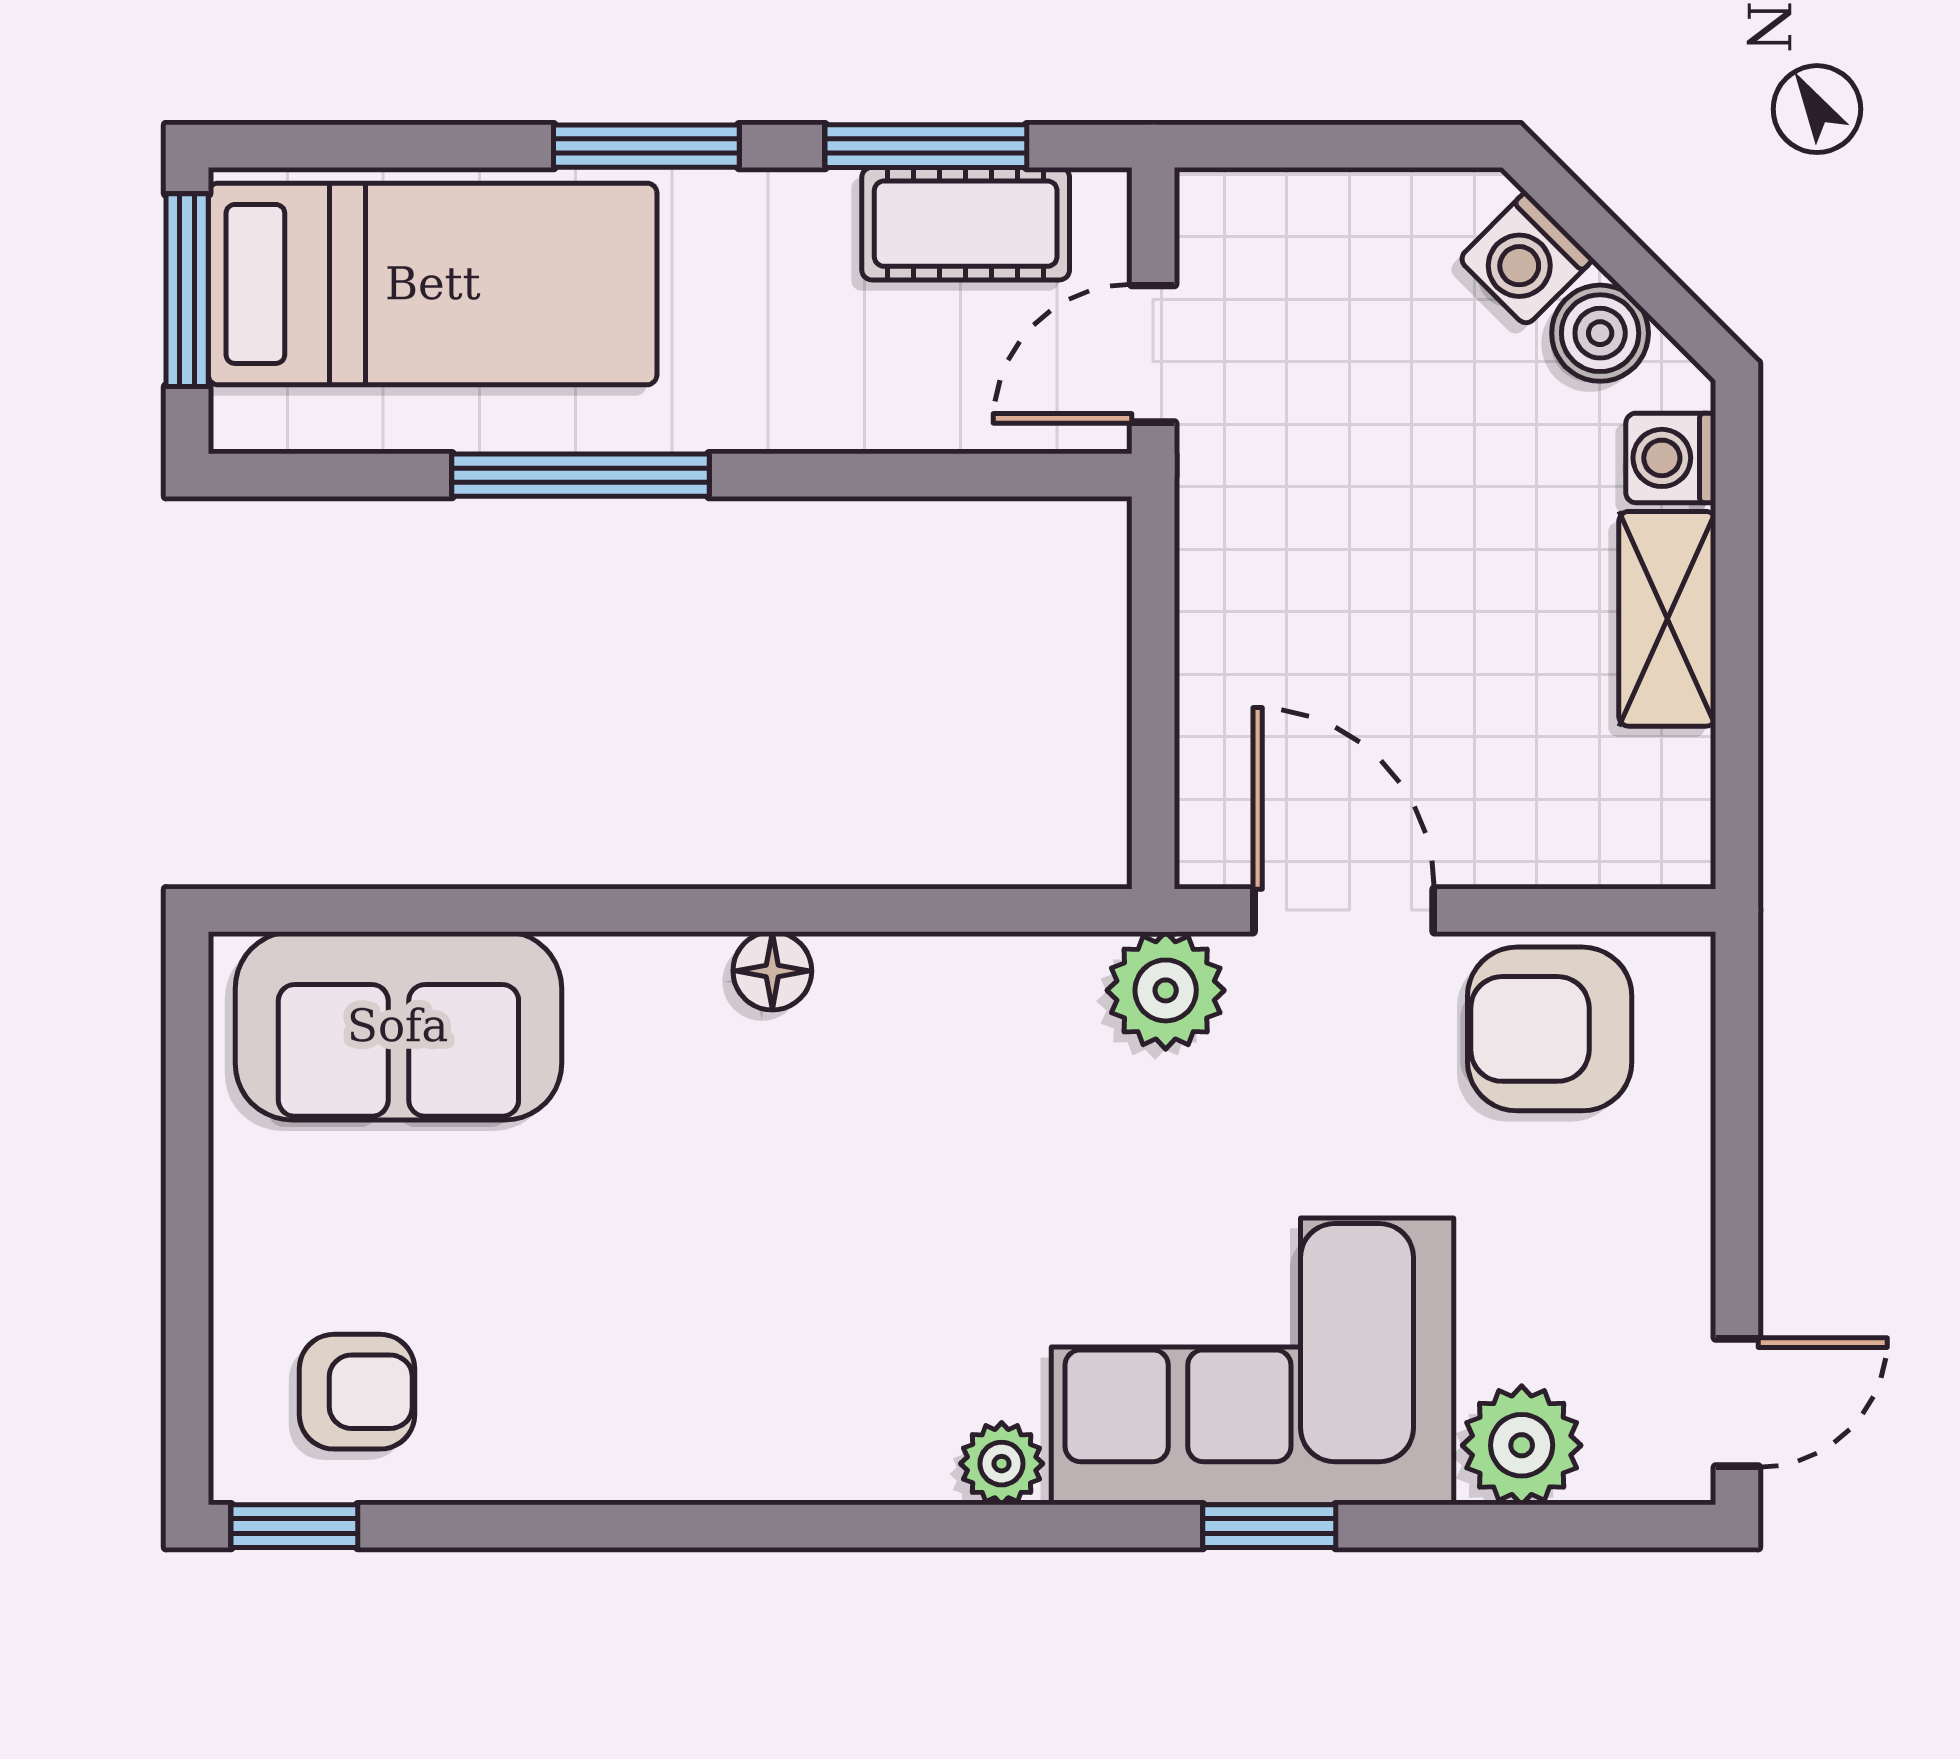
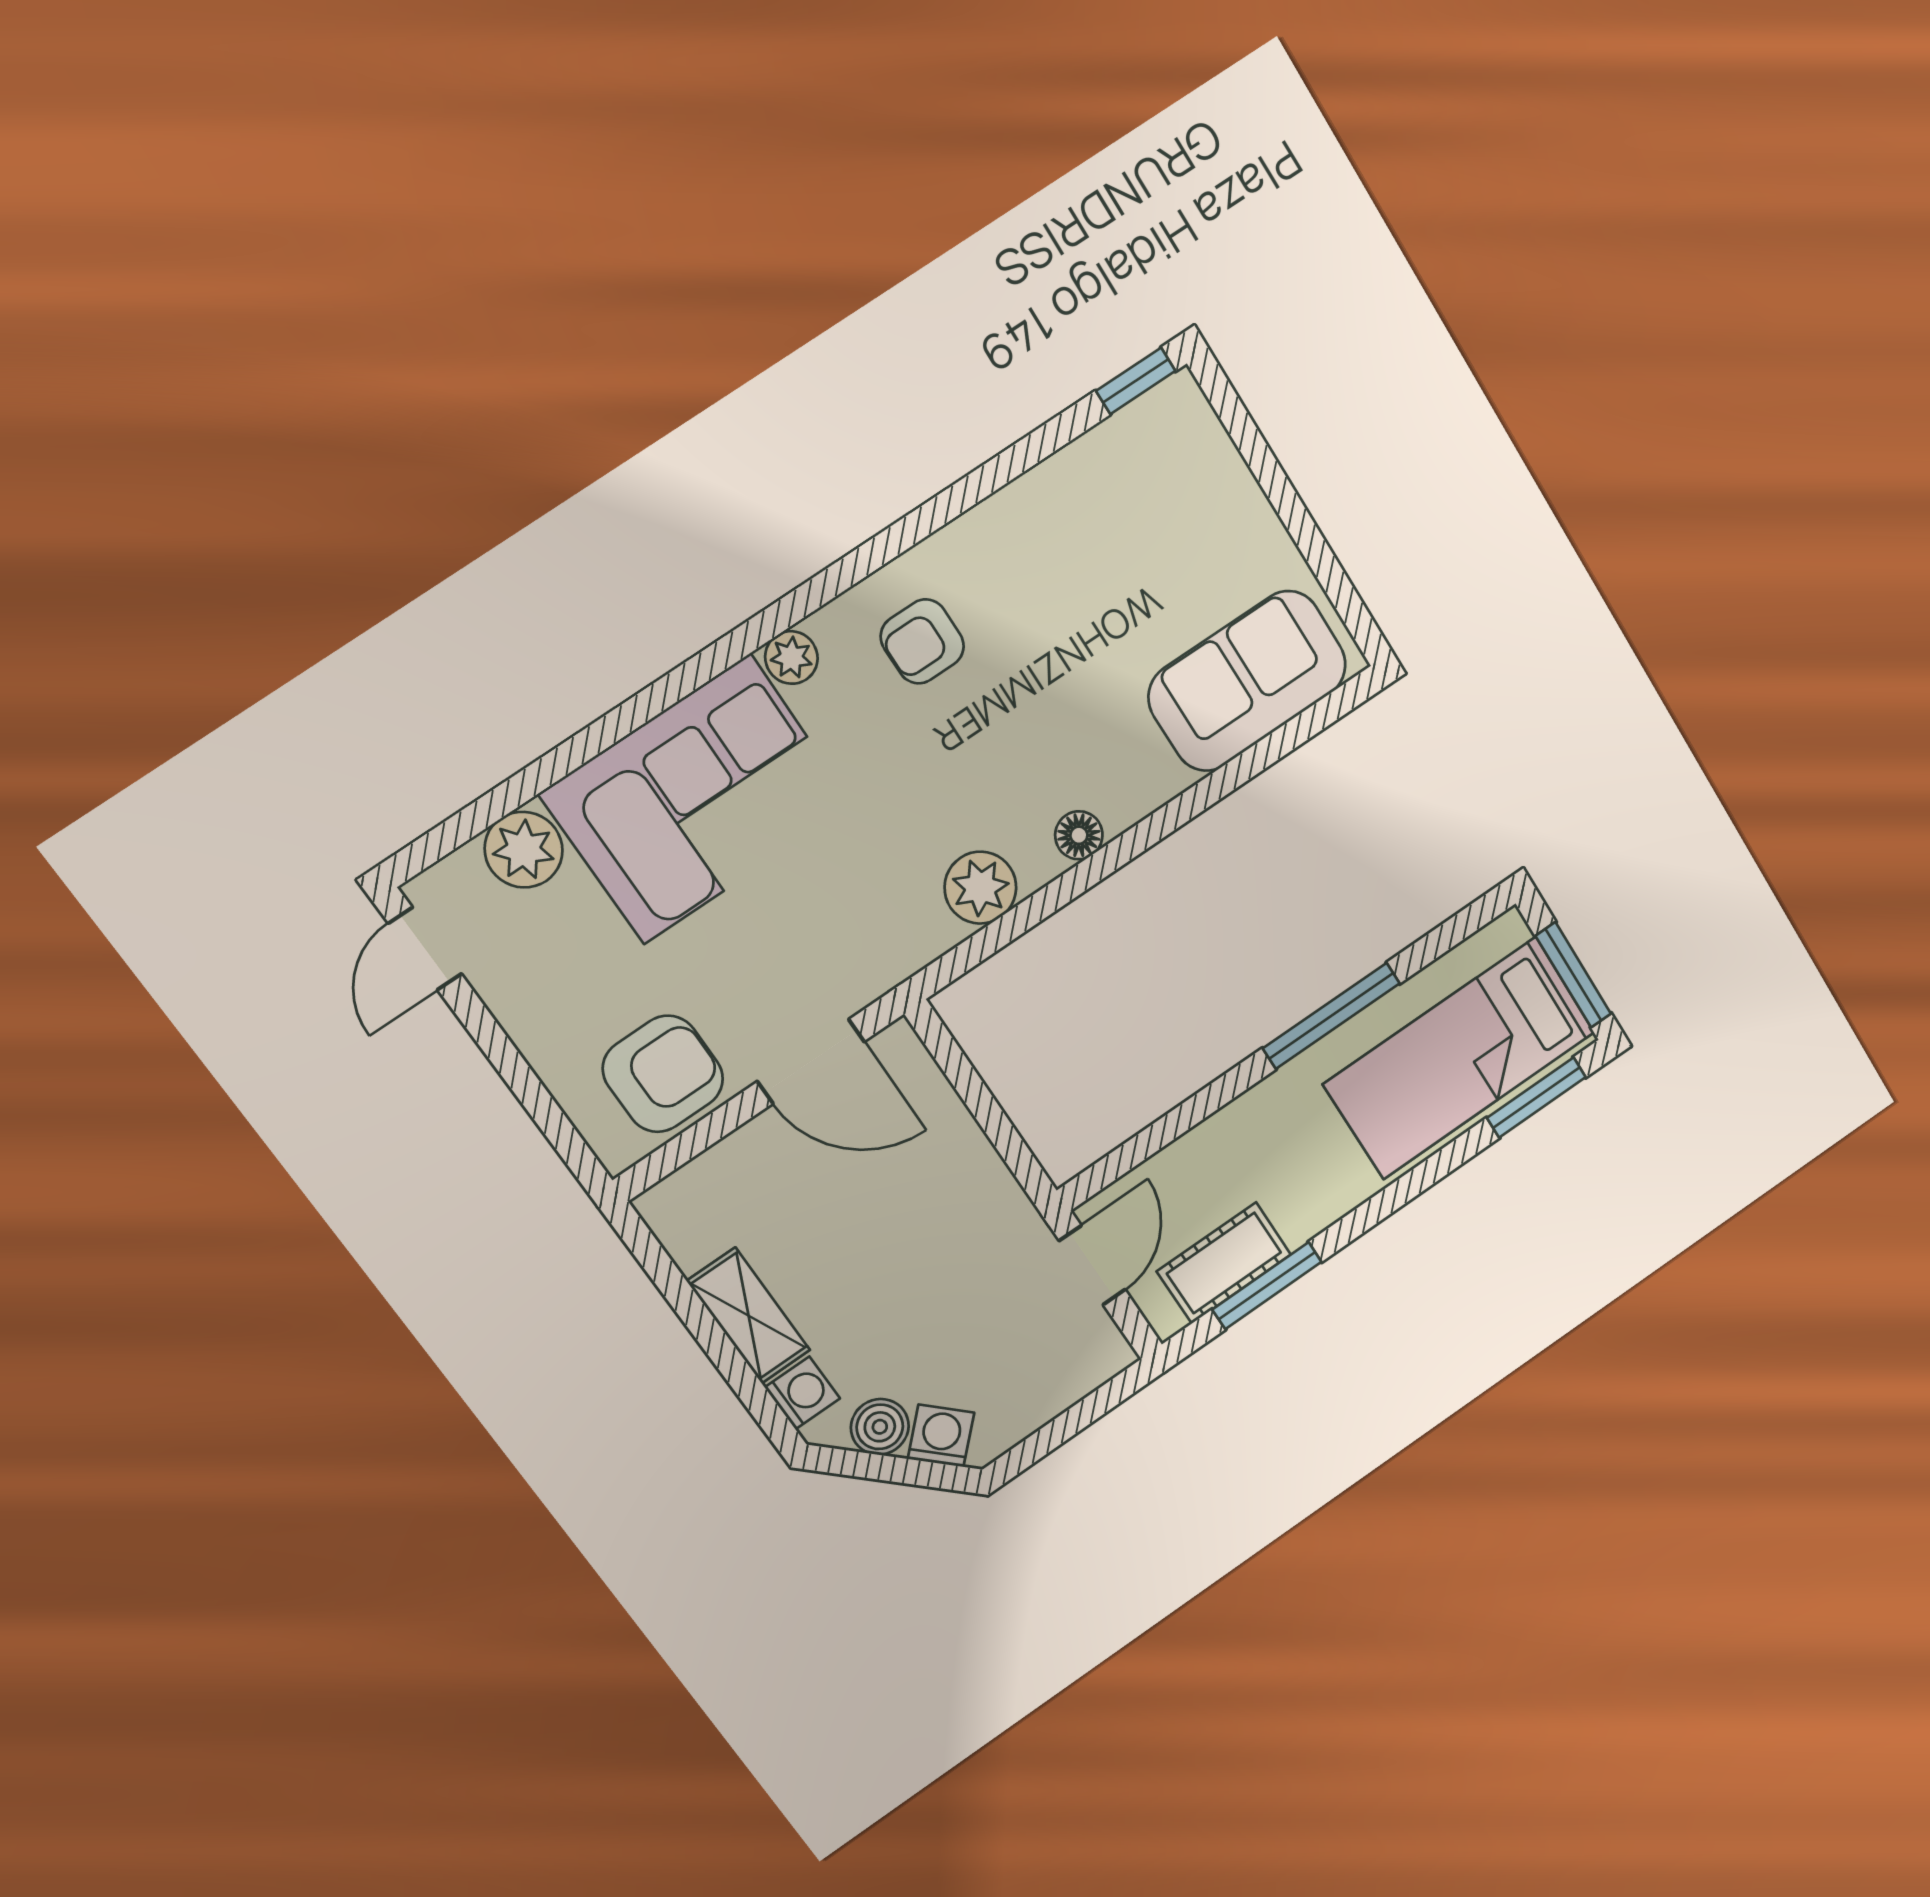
window: (646, 146) -> (1536, 1097), moved
plant: (1166, 990) -> (980, 888), moved
armchair: (357, 1392) -> (922, 641), moved
window: (1269, 1526) -> (627, 718), removed

